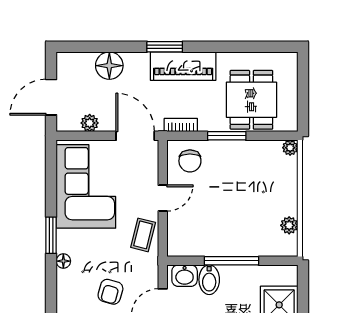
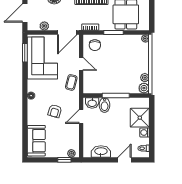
door: (135, 136) -> (67, 33), swing flipped
door: (163, 198) -> (81, 64), hinge flipped
window: (51, 235) -> (25, 53), moved
plant: (287, 246) -> (144, 88), added

